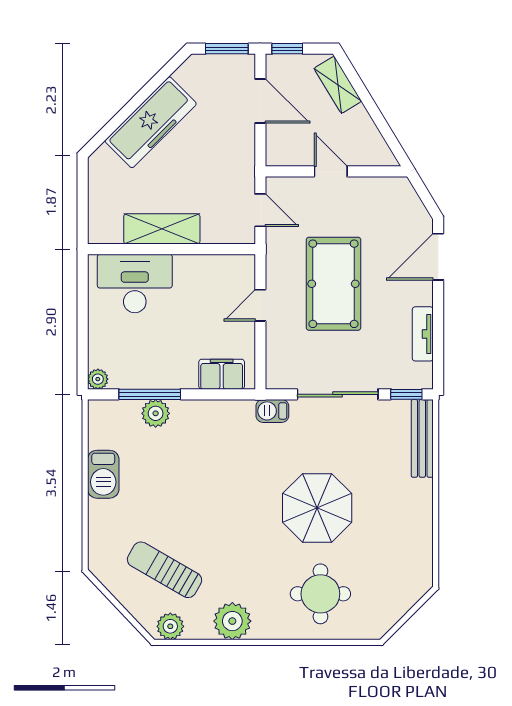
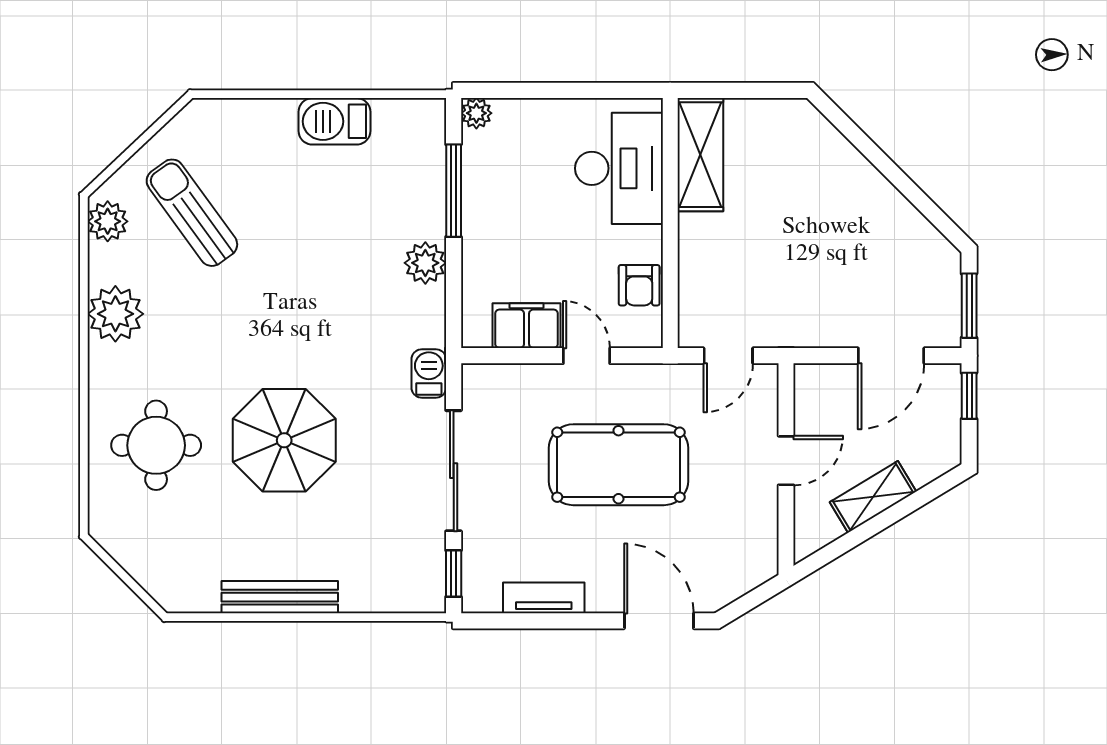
shelving: (338, 85) -> (873, 497), moved
freezer: (151, 122) -> (859, 192), removed
shelving: (162, 229) -> (700, 155), moved
armchair: (213, 270) -> (639, 285), added
filing cabinet: (222, 374) -> (527, 326), moved, turned -90
plant: (156, 413) -> (425, 263), moved
bench: (422, 438) -> (280, 597), moved
sun lounger: (165, 570) -> (192, 213), turned -66

